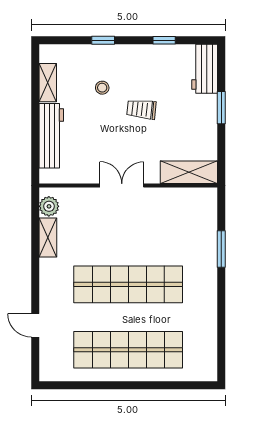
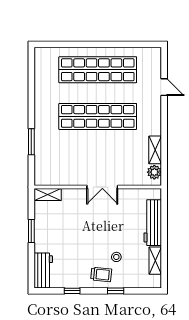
window: (221, 108) -> (31, 231), moved
trolley: (141, 109) -> (101, 274), moved
shelving: (189, 172) -> (48, 194), width x0.67, depth x0.75

